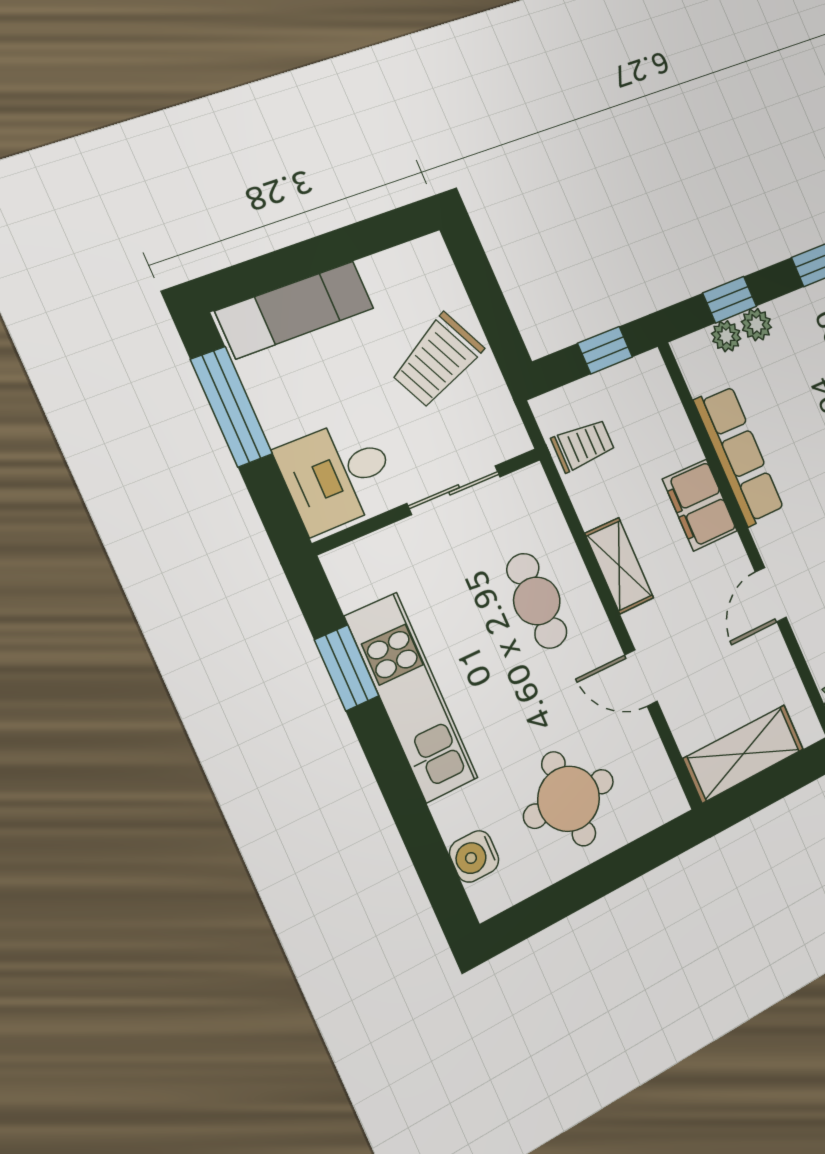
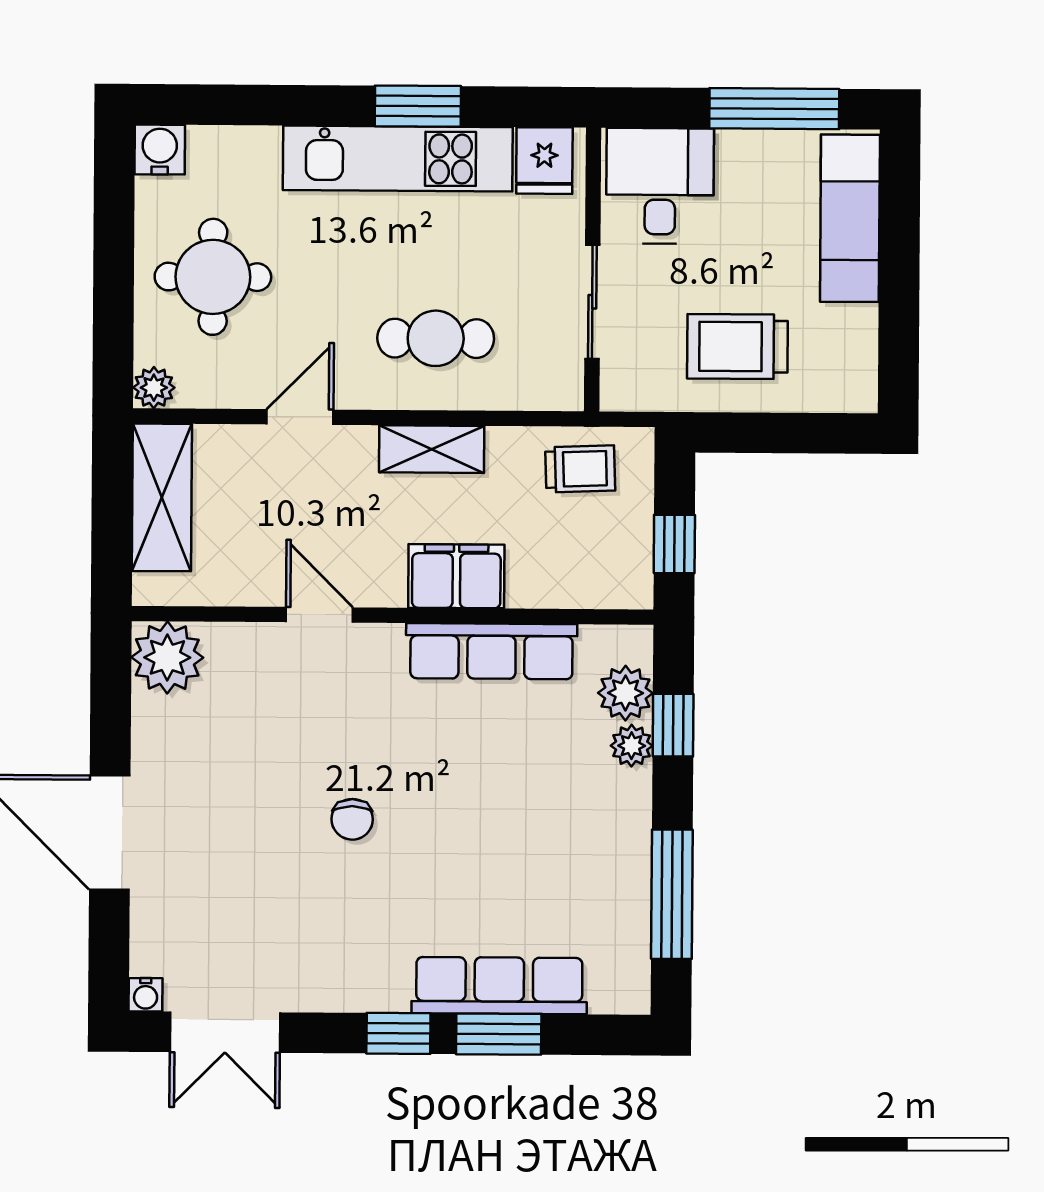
plant: (726, 336) -> (625, 693), width x1.38, depth x1.38
trolley: (437, 361) -> (737, 346), turned -64
trolley: (583, 445) -> (580, 469), turned -92
fridge: (360, 578) -> (544, 161), added
window: (347, 668) -> (418, 106), moved
plant: (670, 801) -> (154, 388), added
water cooler: (474, 856) -> (160, 150), moved

